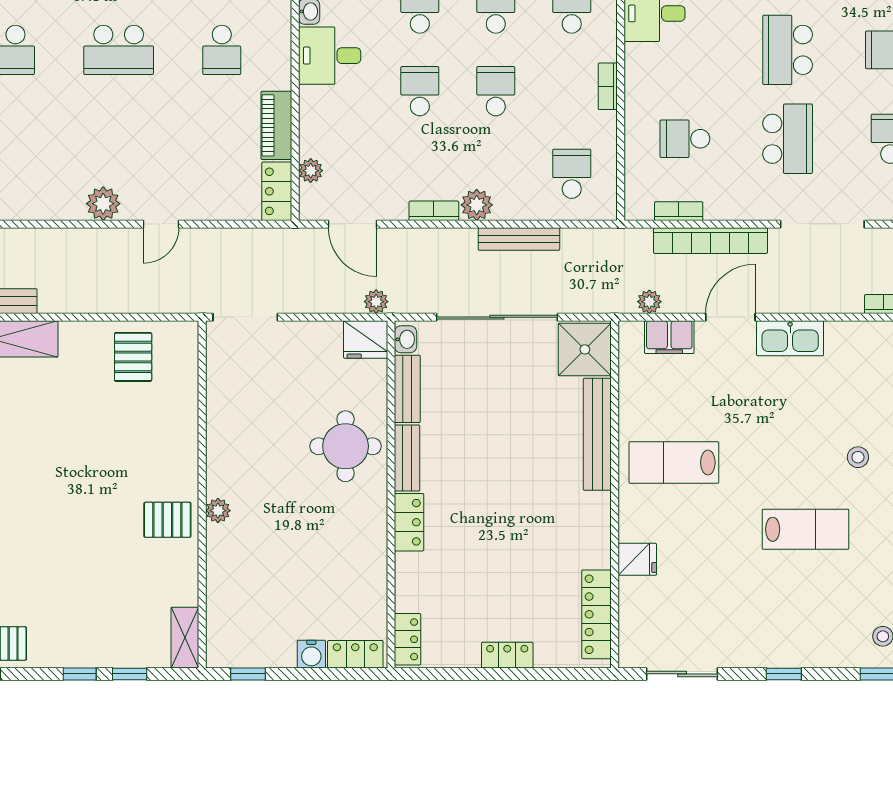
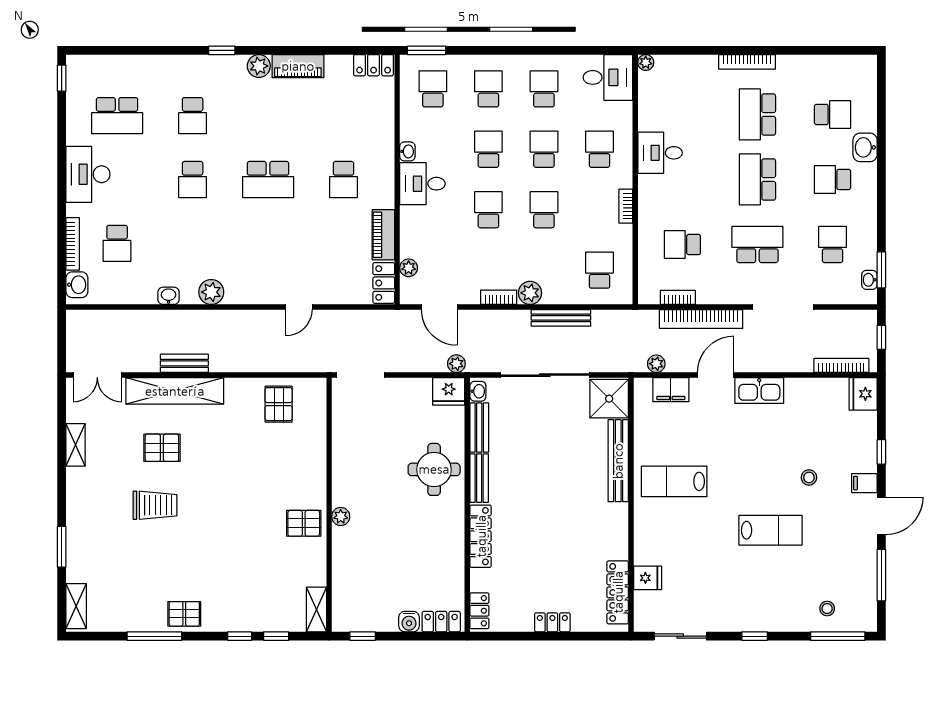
school desk: (788, 139) -> (757, 245), turned -90
plant: (103, 204) -> (211, 292), moved
locker: (409, 522) -> (481, 536), width x1.53
fridge: (637, 559) -> (648, 578), moved

